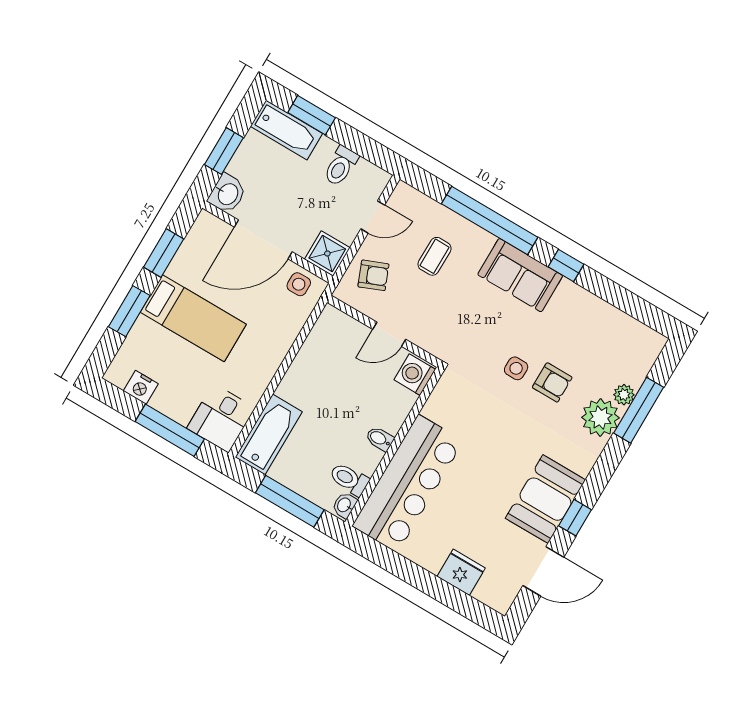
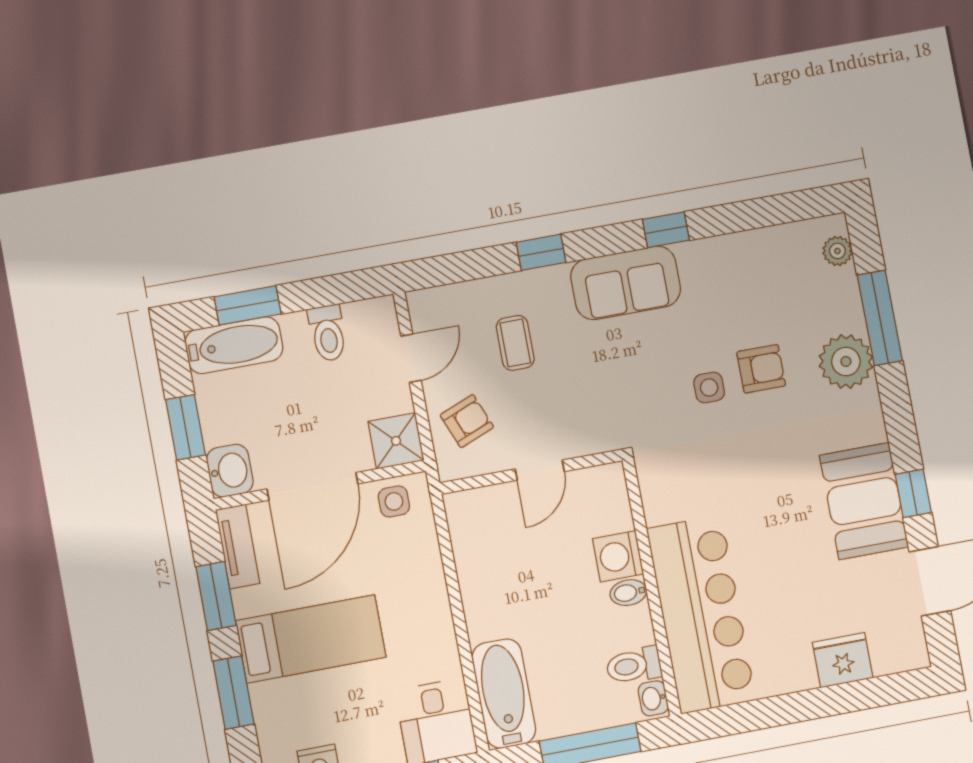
window: (490, 220) -> (541, 252), width x0.32
tv unit: (197, 237) -> (238, 547), added
washing machine: (415, 375) -> (618, 556), moved
plant: (624, 395) -> (837, 251), moved

